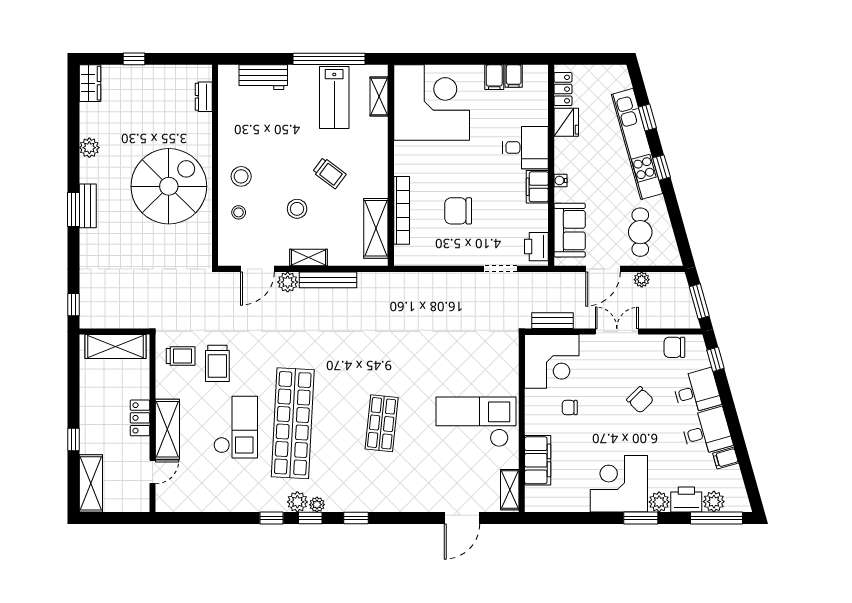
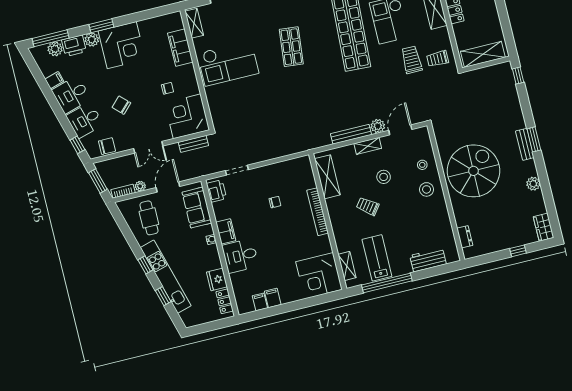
corner desk: (432, 103) -> (319, 276), width x0.74, depth x0.74
spiral stairs: (169, 186) -> (473, 171), turned 180
bookcase: (402, 210) -> (318, 212), moved
chair: (458, 211) -> (275, 202), width x0.54, depth x0.54
bookcase: (667, 278) -> (123, 191), added

